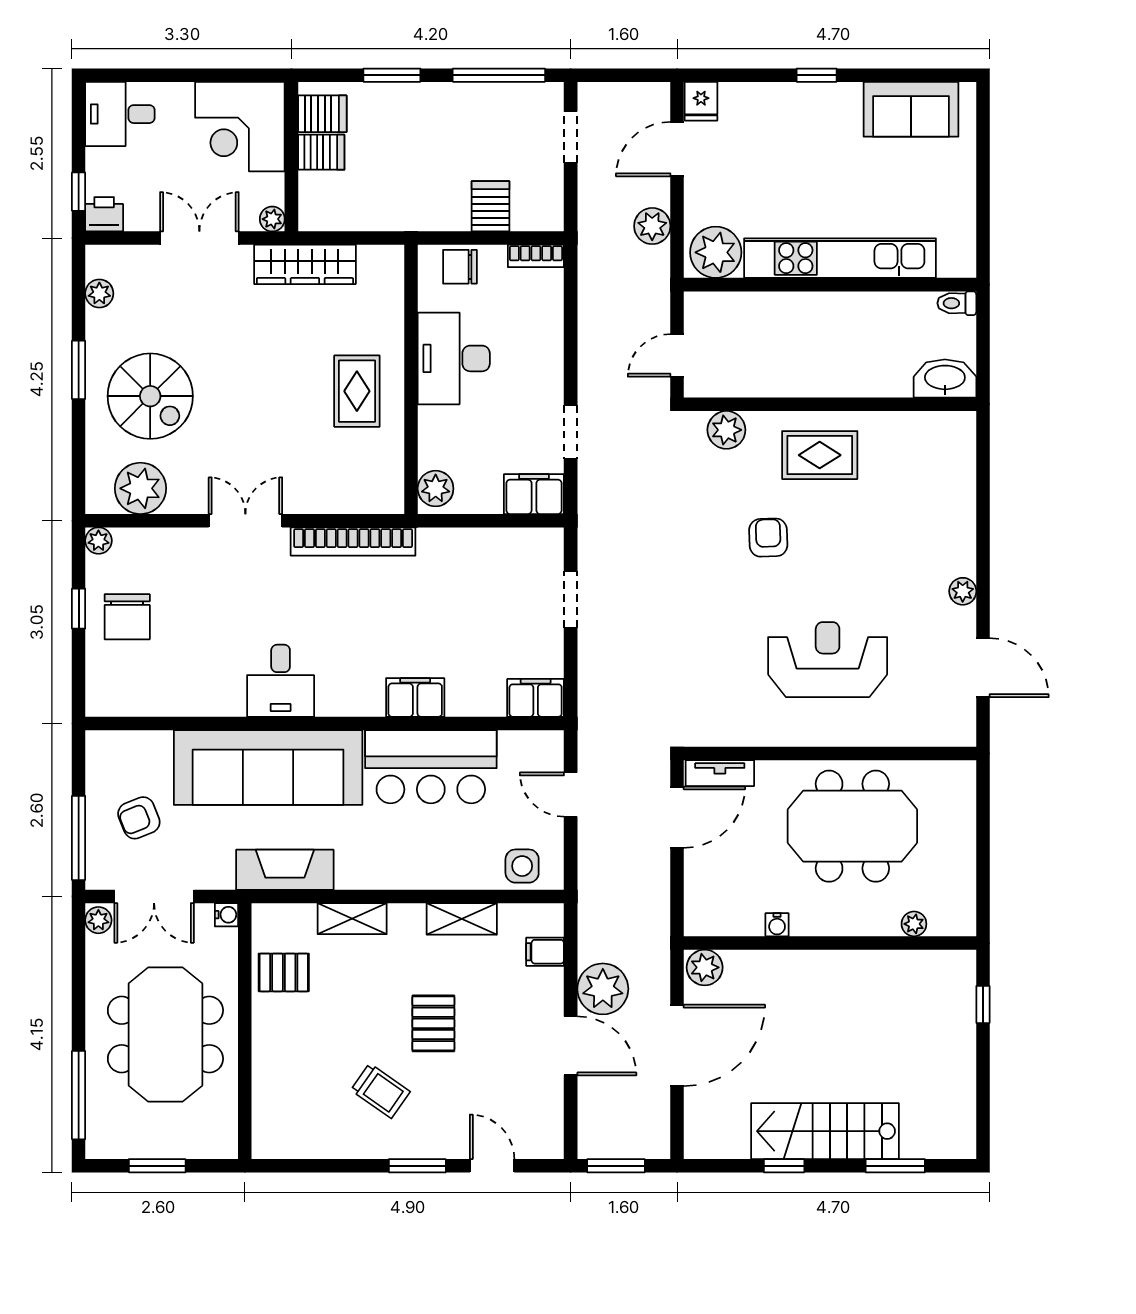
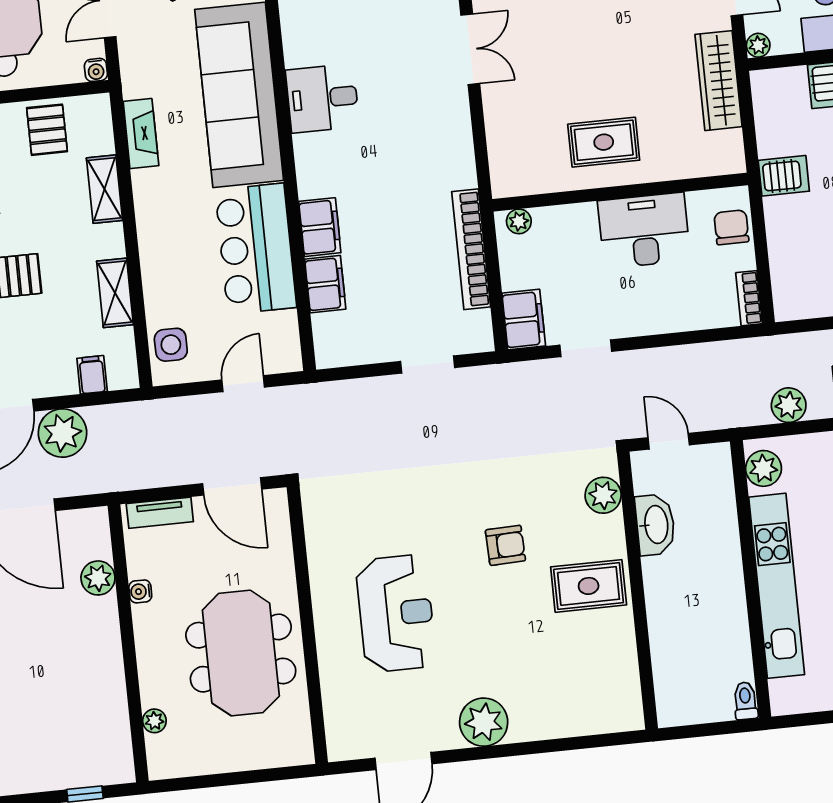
server rack: (490, 206) -> (784, 176), moved
plant: (716, 252) -> (764, 468), width x0.73, depth x0.73
washbasin: (945, 379) -> (655, 525), moved
rug: (820, 455) -> (589, 586), turned 90
plant: (436, 489) -> (519, 221), width x0.73, depth x0.73
bookcase: (353, 542) -> (471, 249), moved
plant: (963, 591) -> (484, 722), width x1.87, depth x1.87
filing cabinet: (536, 698) -> (325, 284), moved
tv unit: (720, 773) -> (160, 513), moved, turned -90
fireplace: (285, 870) -> (141, 134), width x0.73, depth x0.76
plant: (705, 967) -> (98, 578), moved

